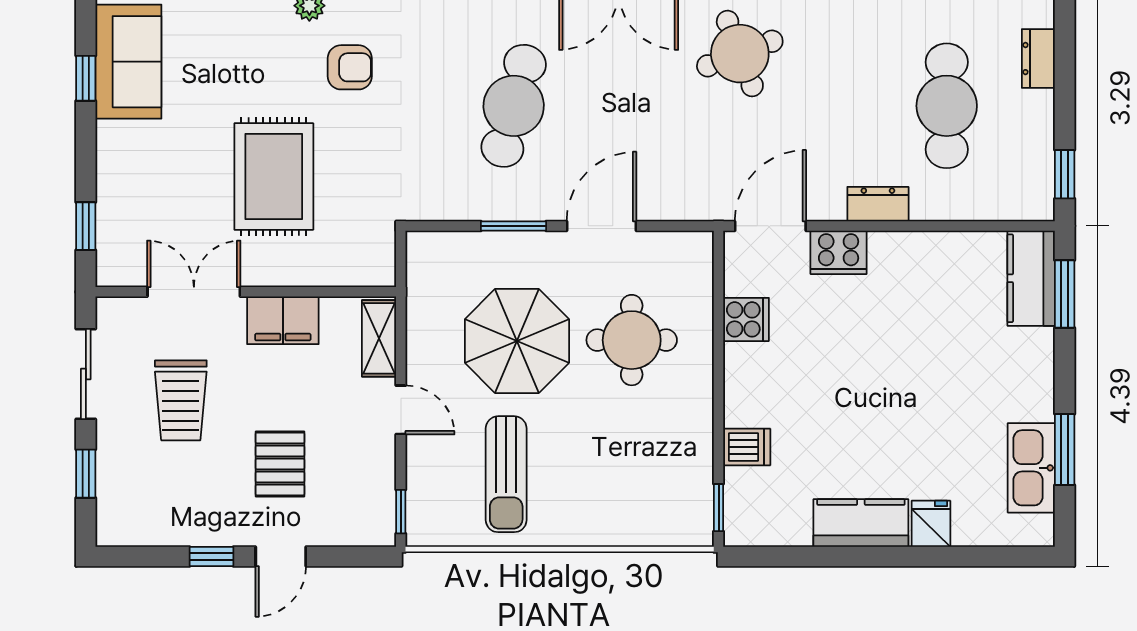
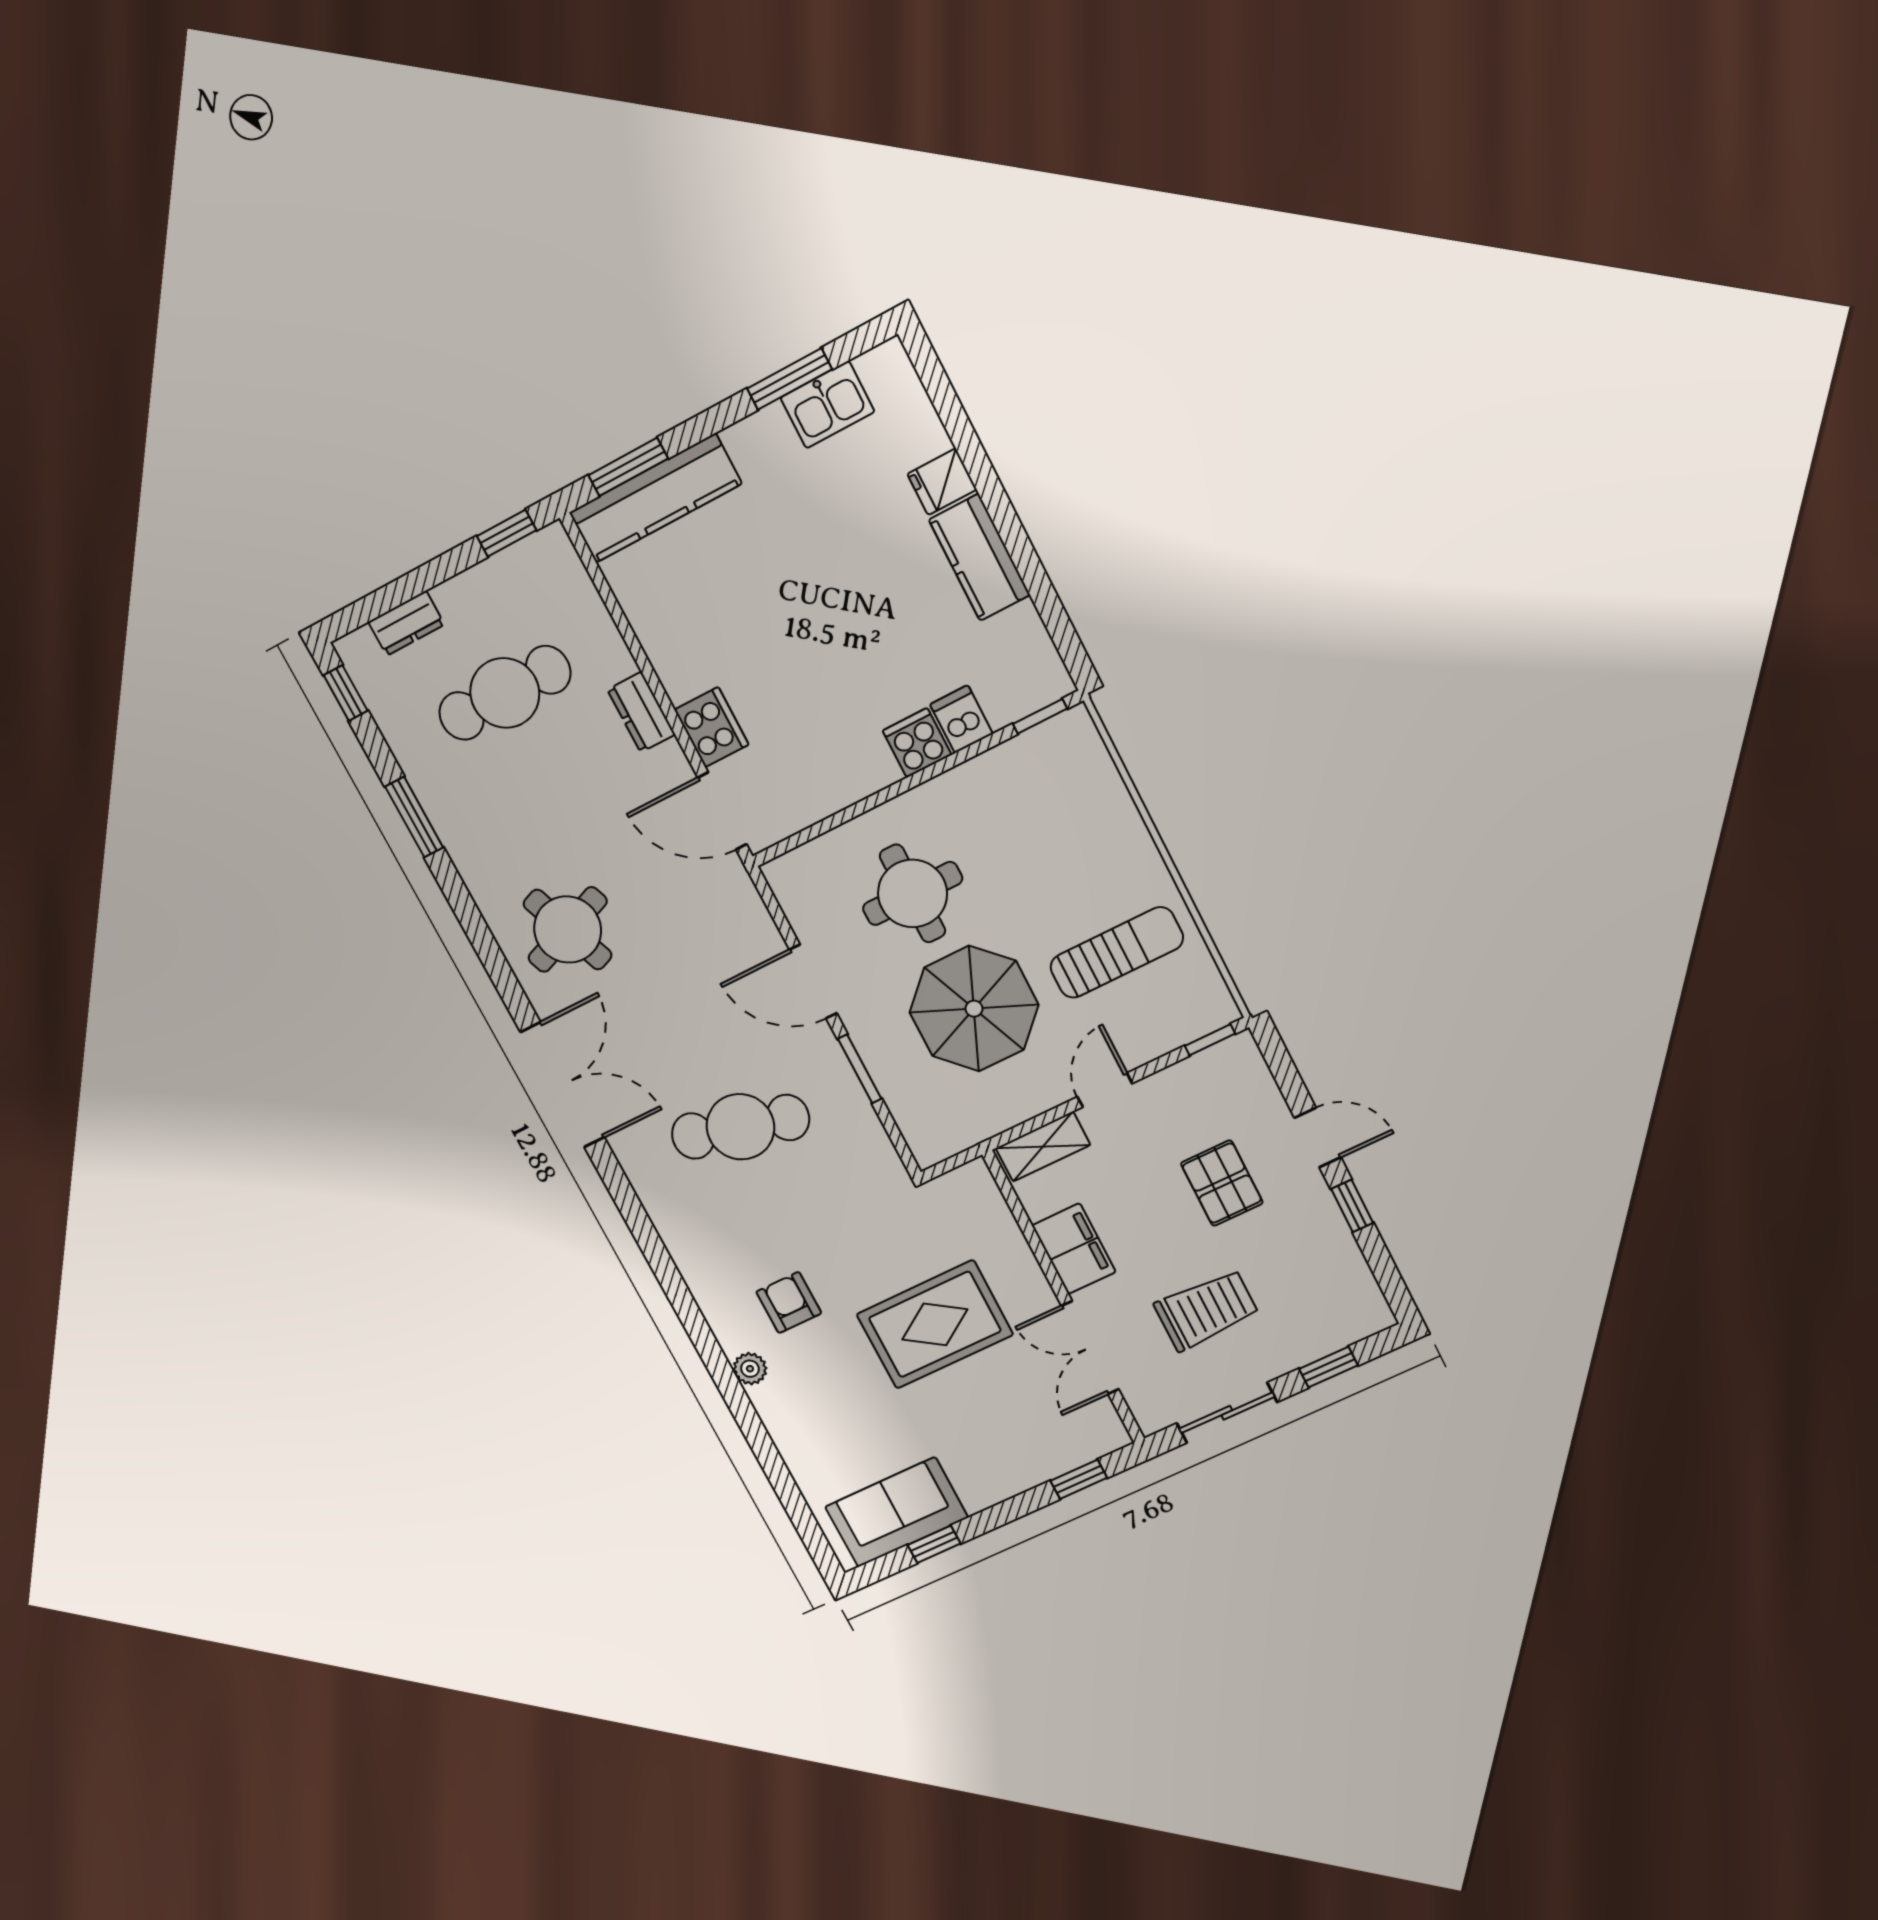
kitchen counter: (1031, 278) -> (655, 498), width x1.50
cooker: (746, 319) -> (917, 743), moved
pallet: (280, 464) -> (1222, 1183), turned 90
kitchen sink: (1031, 468) -> (827, 405), width x0.73

